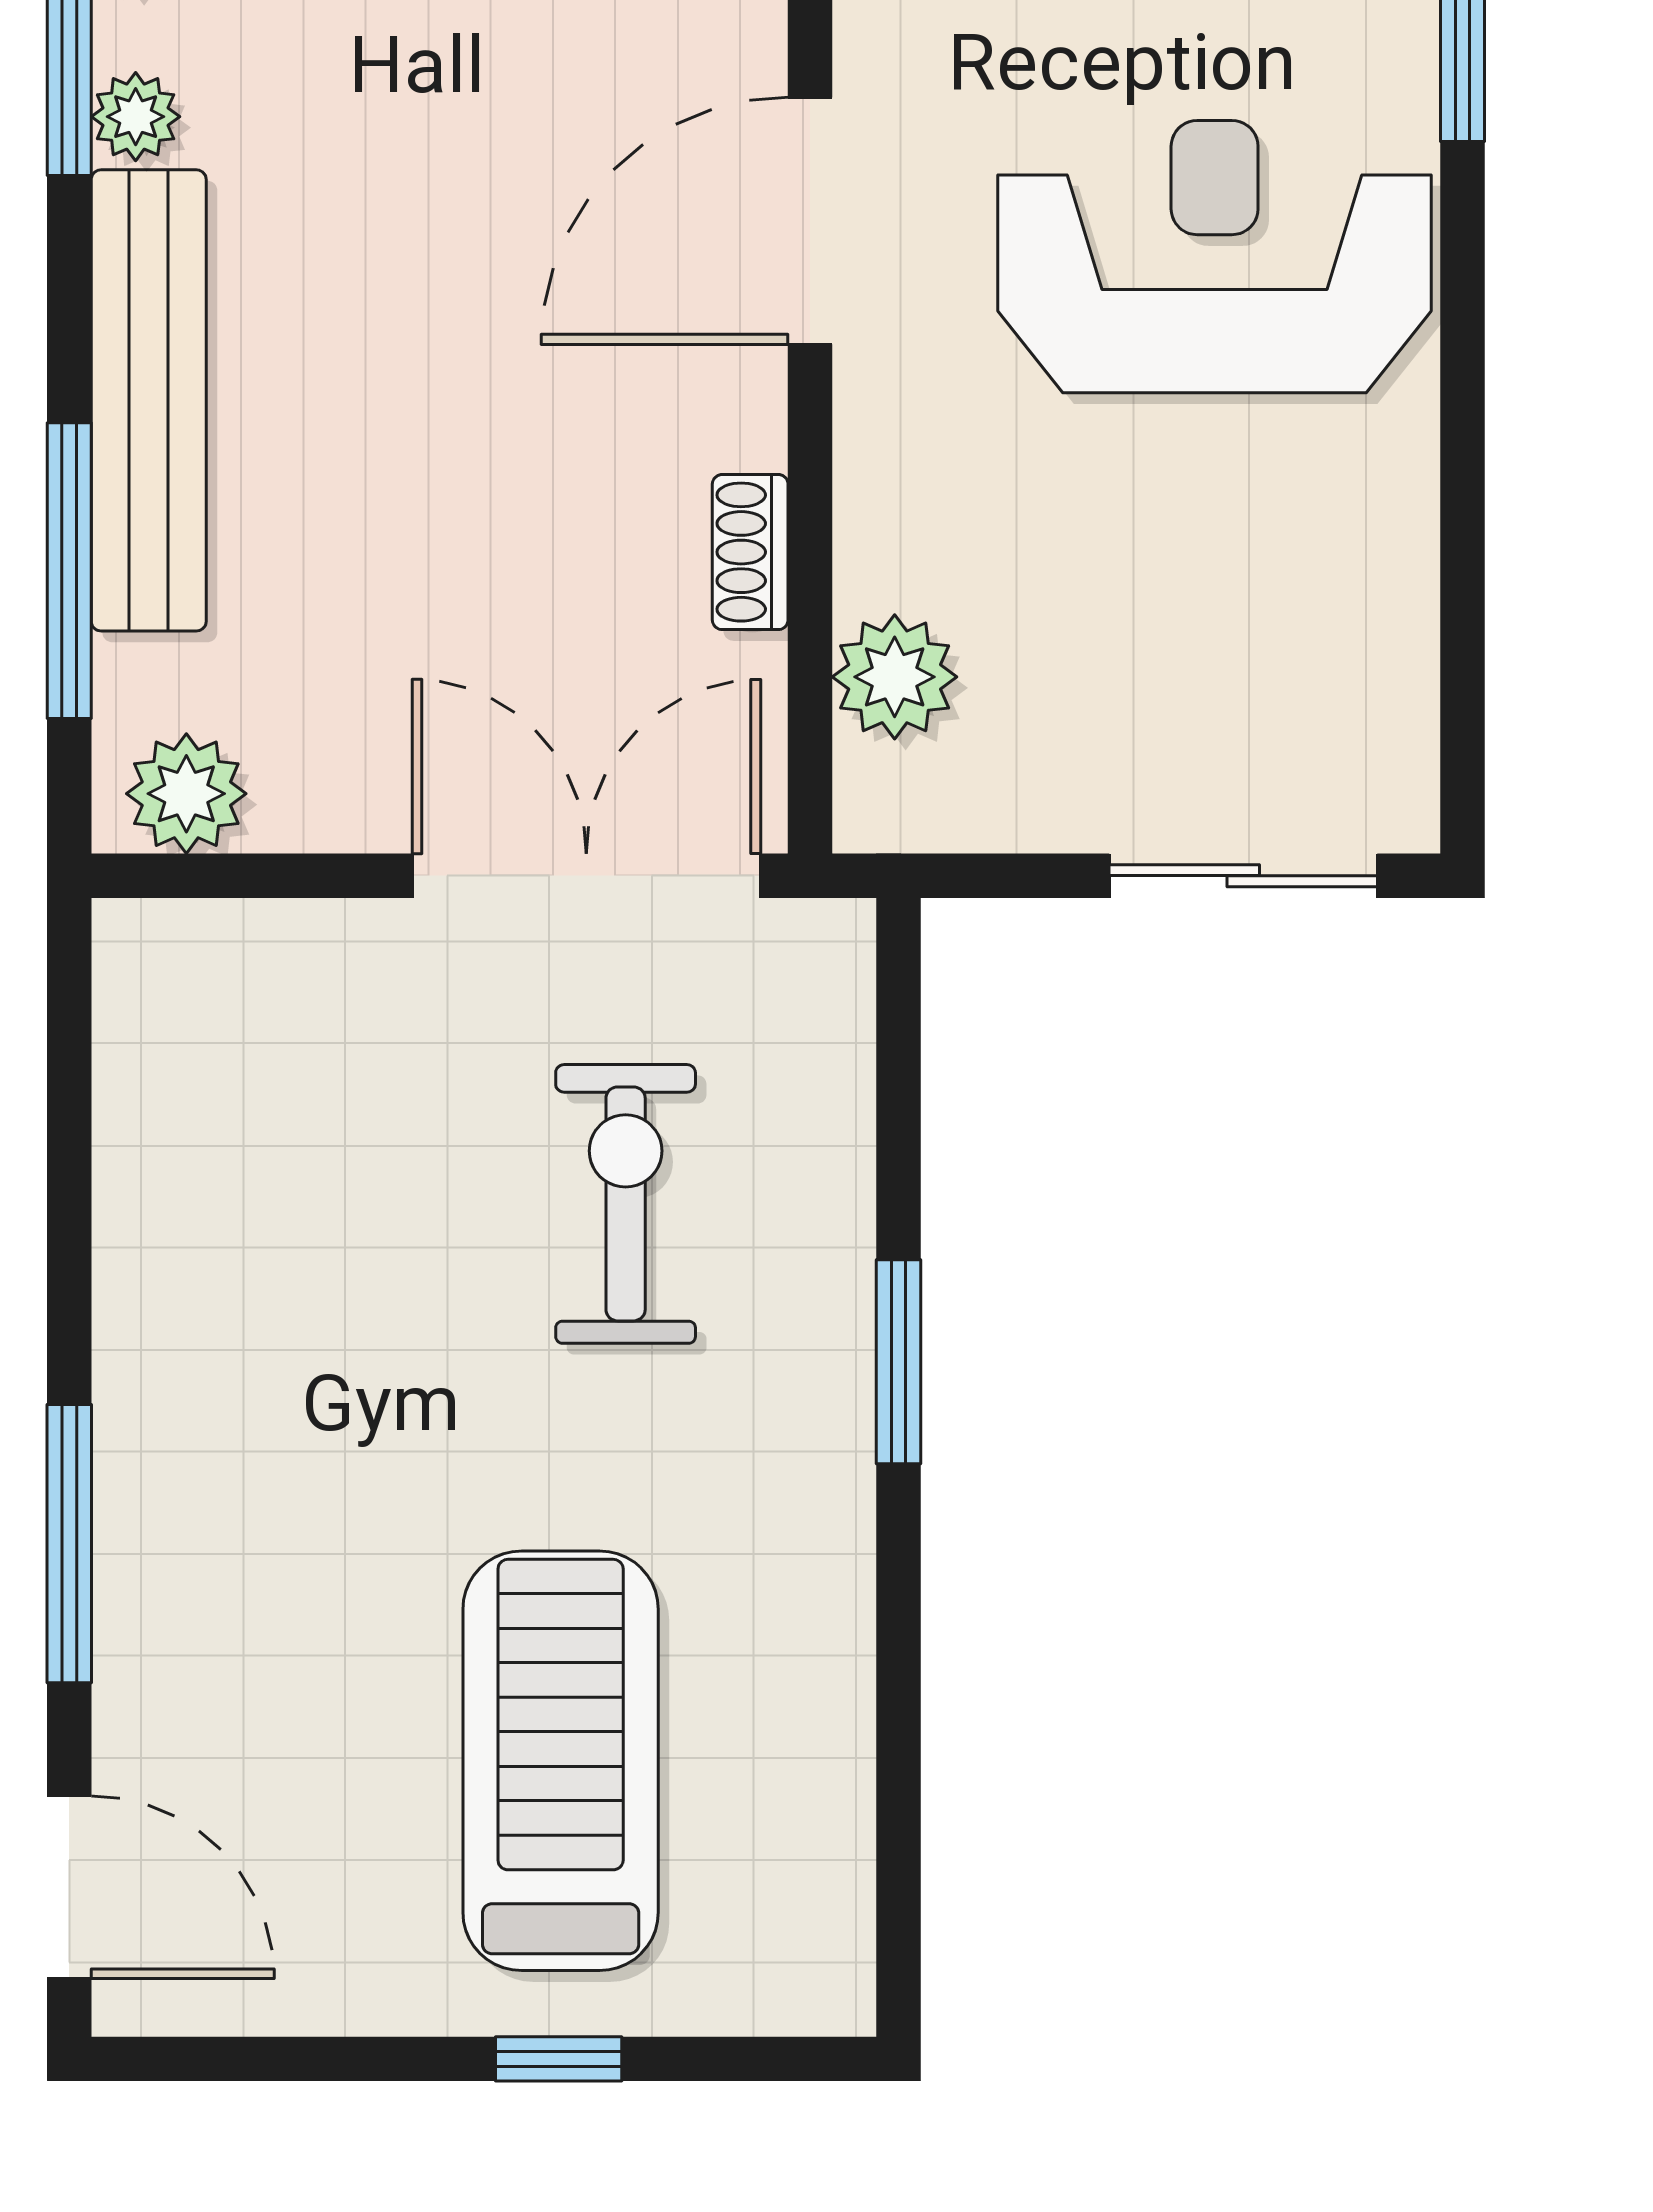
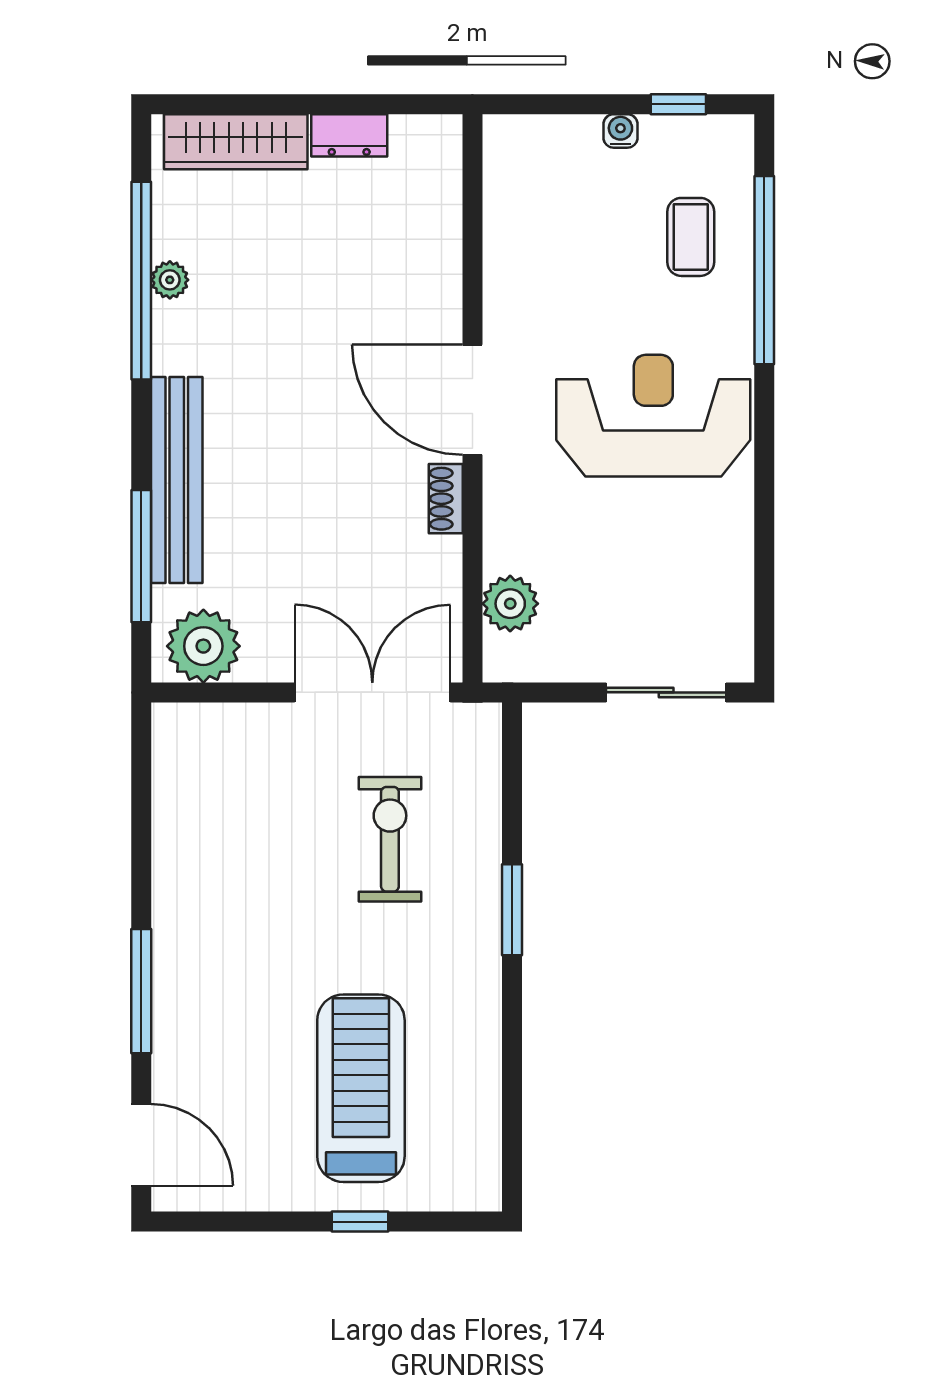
plant: (136, 117) -> (171, 353), removed
door: (810, 221) -> (472, 400), hinge flipped
shoe rack: (750, 552) -> (446, 499), moved
plant: (186, 794) -> (203, 646), width x1.36, depth x1.36

